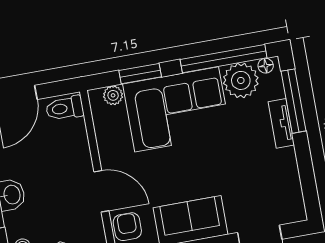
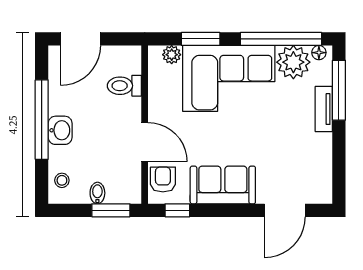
toilet: (65, 108) -> (124, 86), moved

